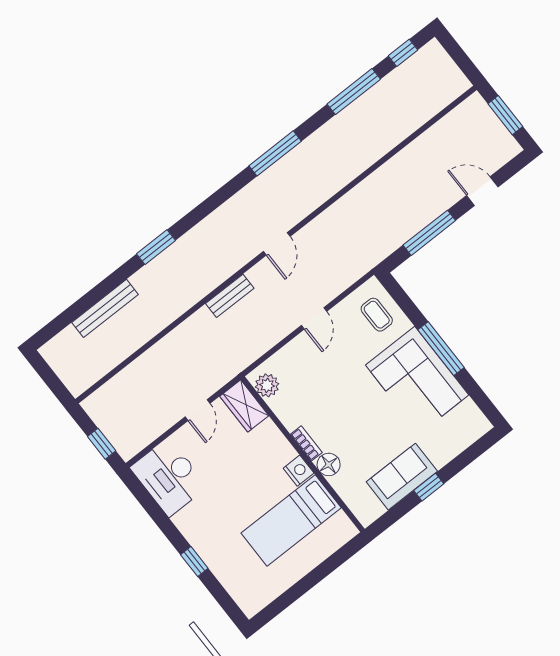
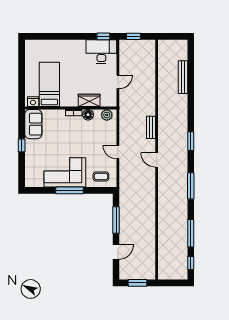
window: (156, 247) -> (191, 141), moved
wardrobe: (244, 406) -> (89, 100), moved
door: (198, 410) -> (118, 82), swing flipped
floor lamp: (329, 464) -> (88, 115), moved
nightstand: (299, 471) -> (33, 102), moved
sofa: (402, 477) -> (33, 124), moved
window: (194, 561) -> (103, 36), moved

